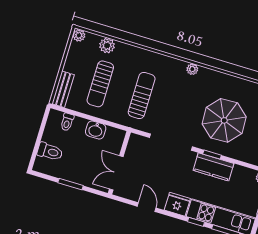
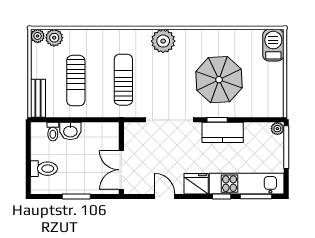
plant: (107, 46) -> (54, 38), moved
plant: (192, 69) -> (163, 41), width x1.87, depth x1.87
washbasin: (96, 130) -> (70, 131), moved

